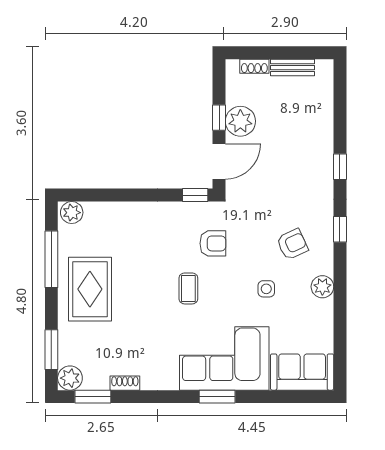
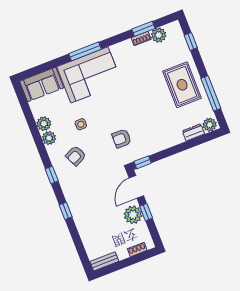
bench: (292, 68) -> (104, 261), moved
dresser: (101, 210) -> (193, 132), added
coffee table: (188, 288) -> (126, 107), removed
plant: (322, 311) -> (44, 124), added
window: (51, 350) -> (191, 41), width x0.67
plant: (70, 378) -> (159, 35), moved
window: (93, 397) -> (143, 29), moved
window: (217, 397) -> (85, 51), width x1.44

